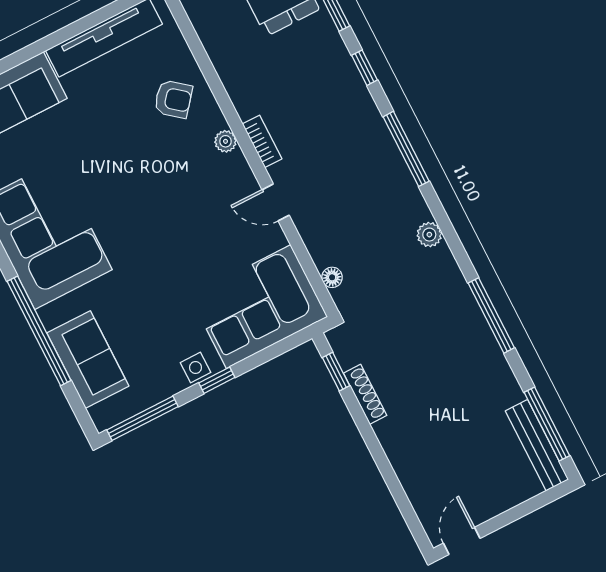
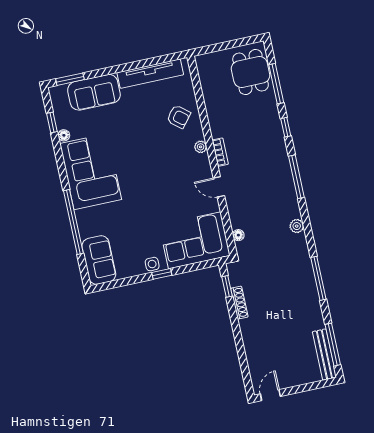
sofa: (88, 360) -> (99, 260), moved
window: (142, 418) -> (116, 284), removed

